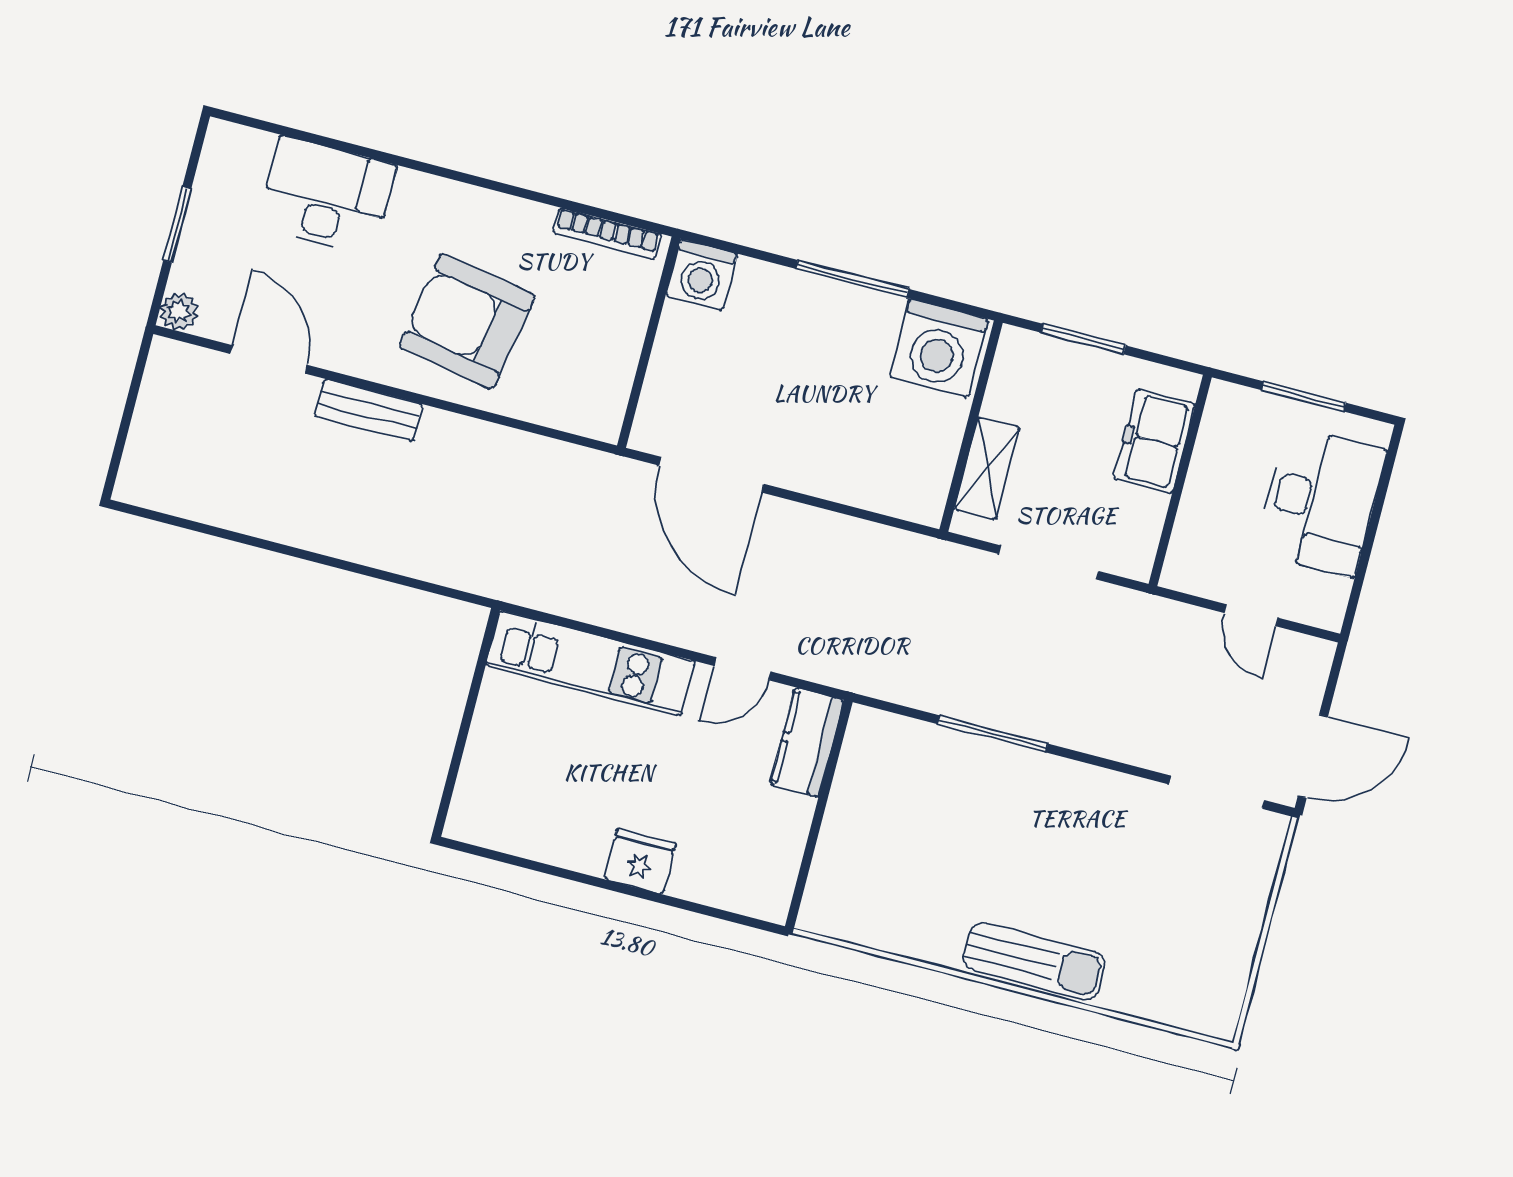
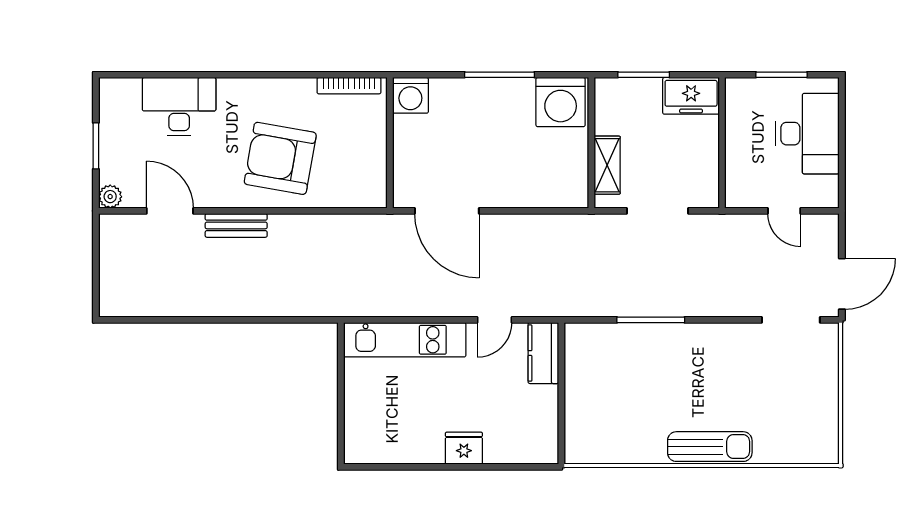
freezer: (1154, 441) -> (691, 96), moved, turned -90

